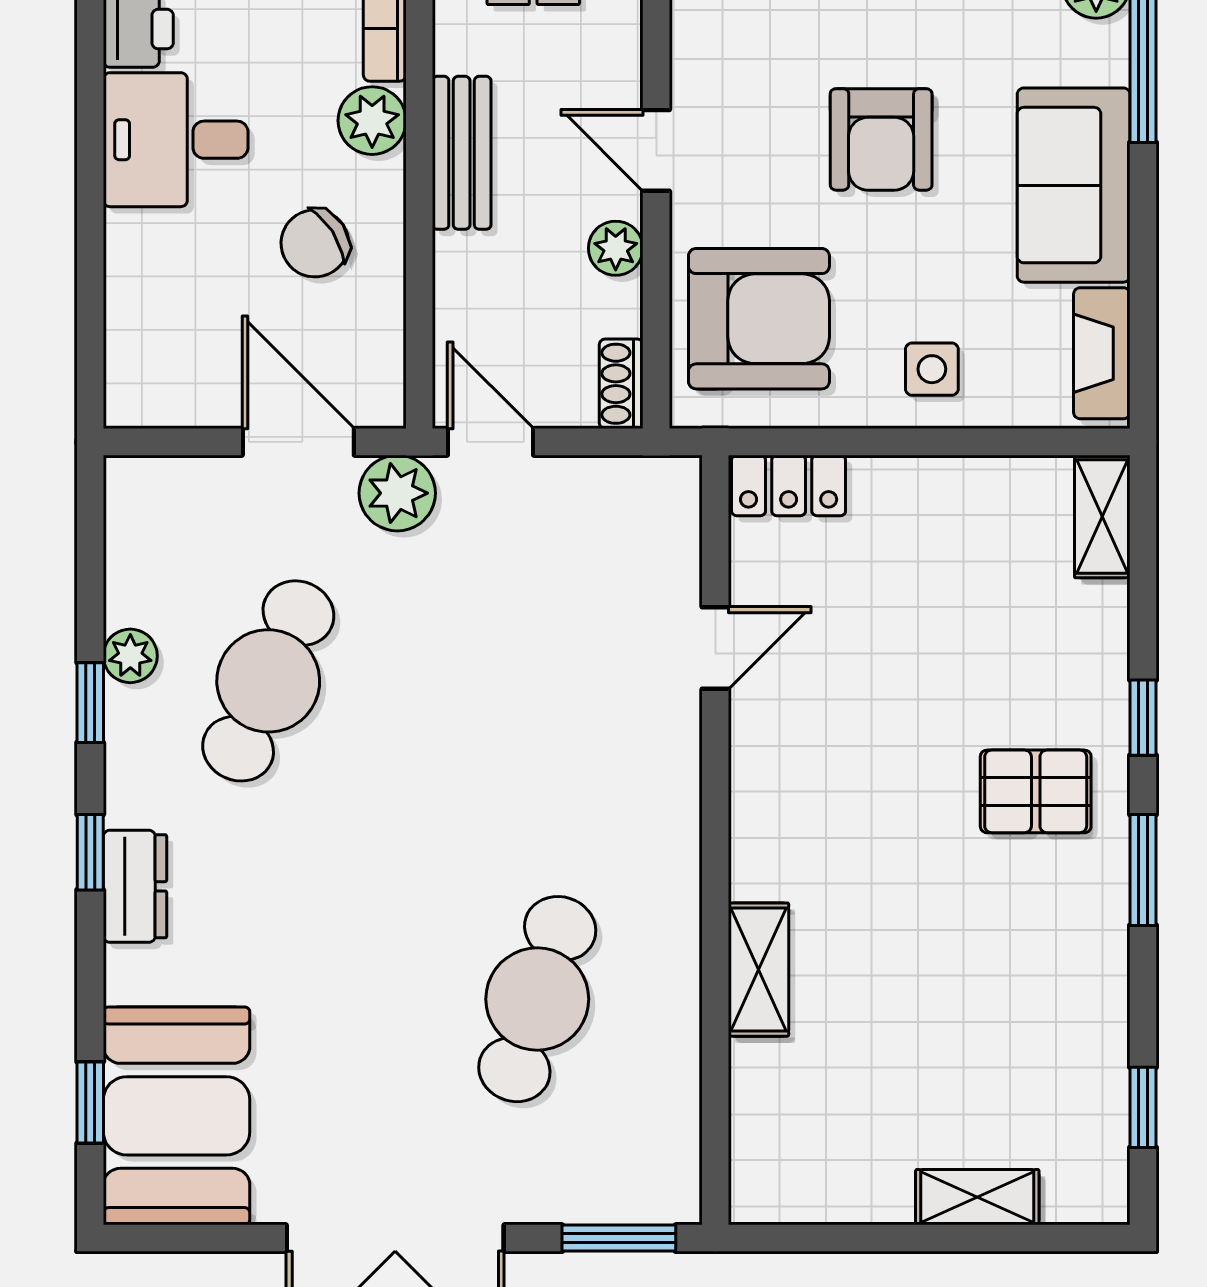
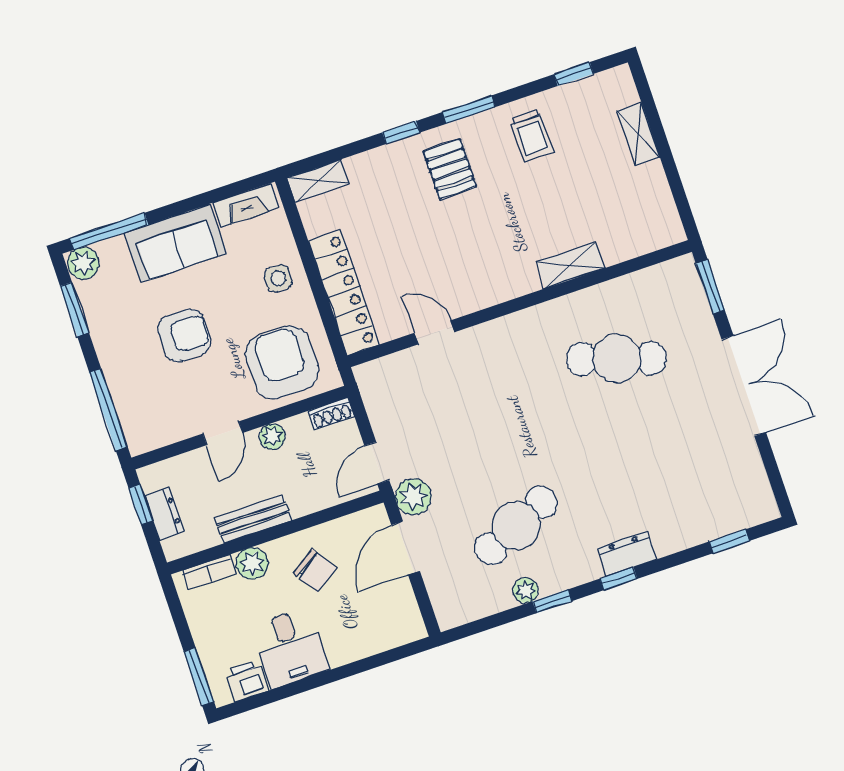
locker: (789, 485) -> (344, 293), width x2.16, depth x1.21
cafe table: (268, 681) -> (516, 526), turned -48
trolley: (1048, 981) -> (532, 135), added
booth: (177, 1116) -> (722, 501), removed

